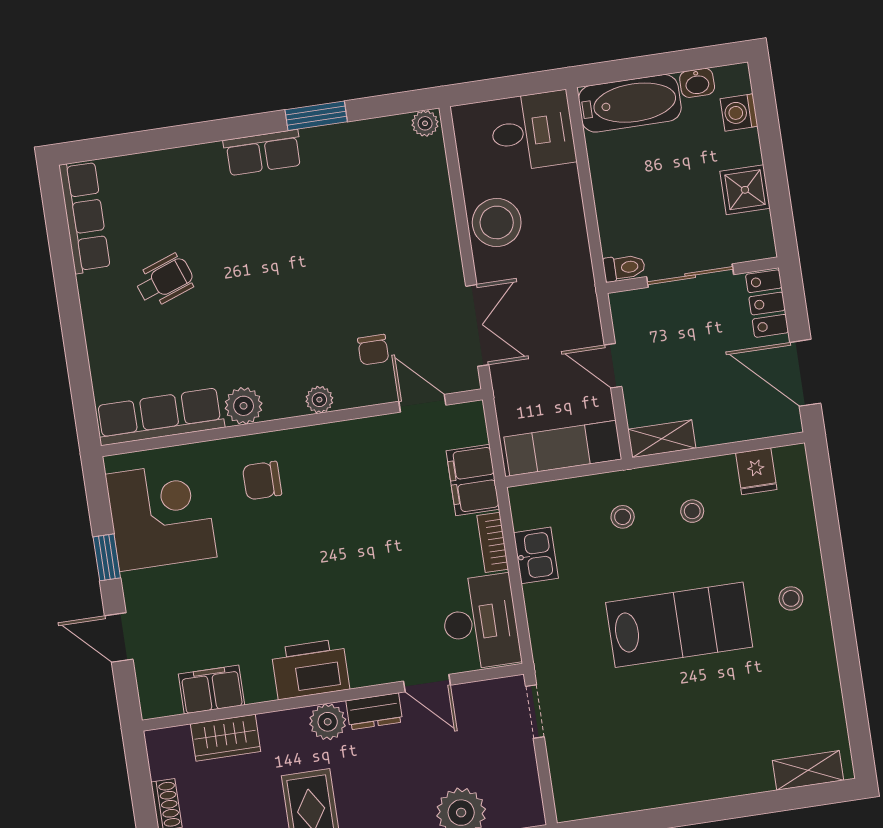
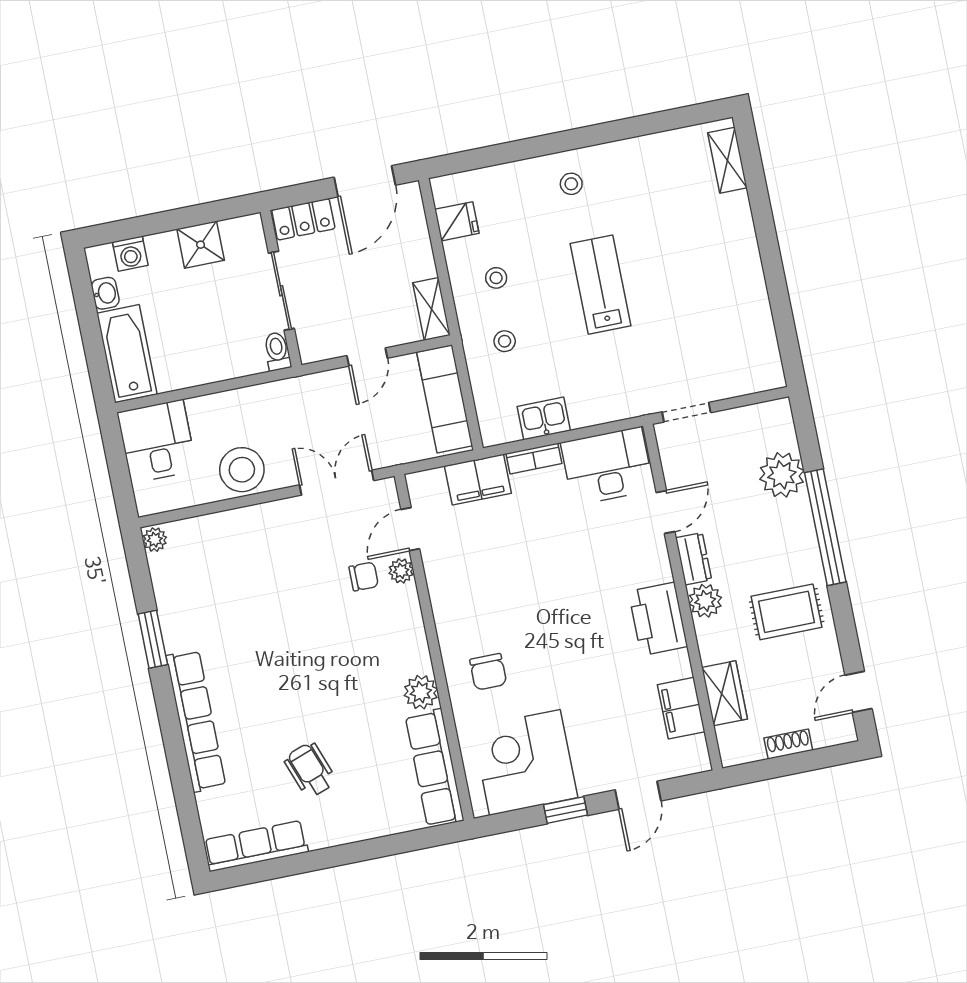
row of seats: (263, 153) -> (196, 721), width x2.02
plant: (319, 400) -> (401, 571), moved
lab bench: (679, 625) -> (600, 285), width x0.73, depth x0.72

